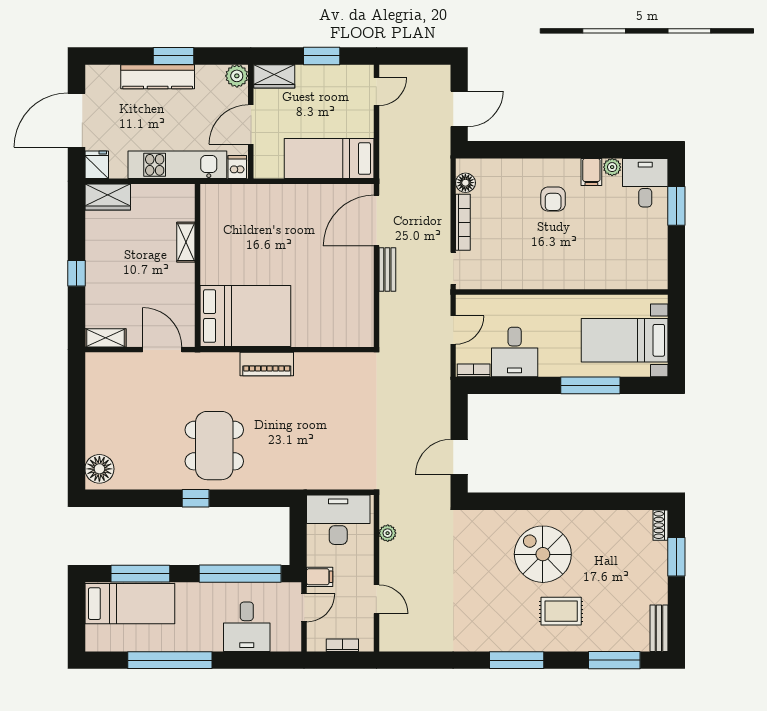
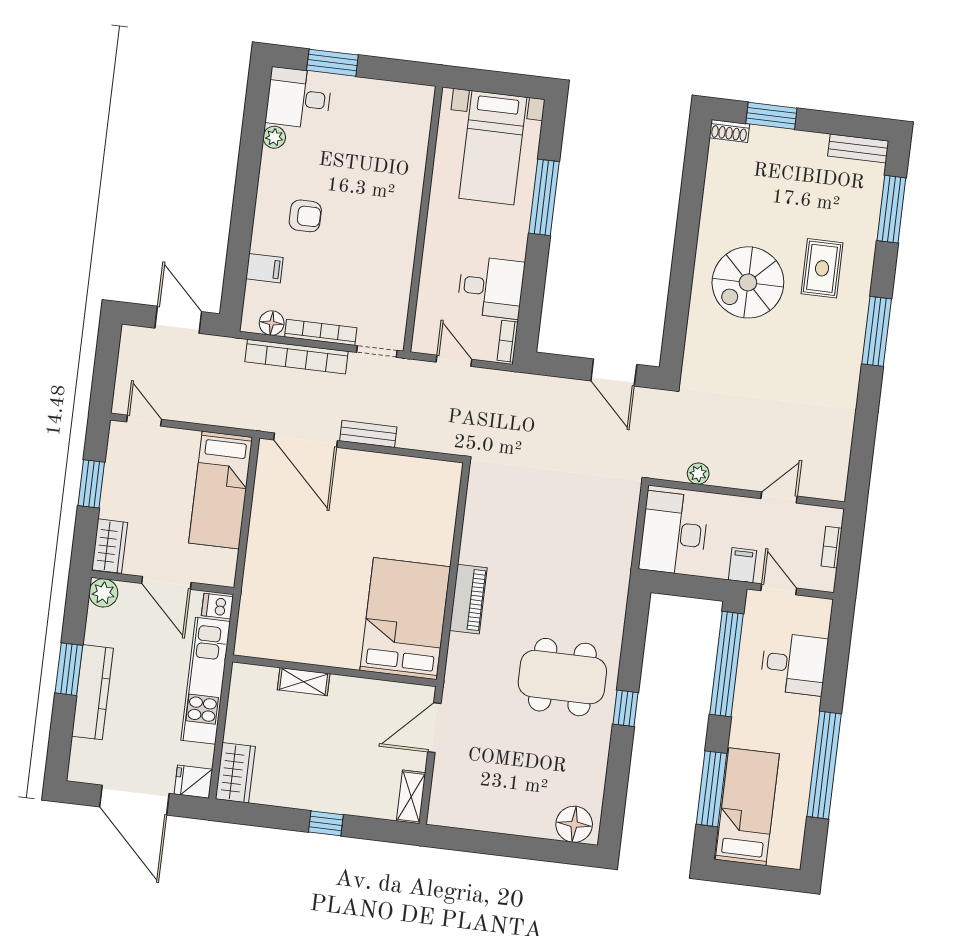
filing cabinet: (591, 172) -> (265, 268), moved
bookcase: (441, 206) -> (297, 357), added

